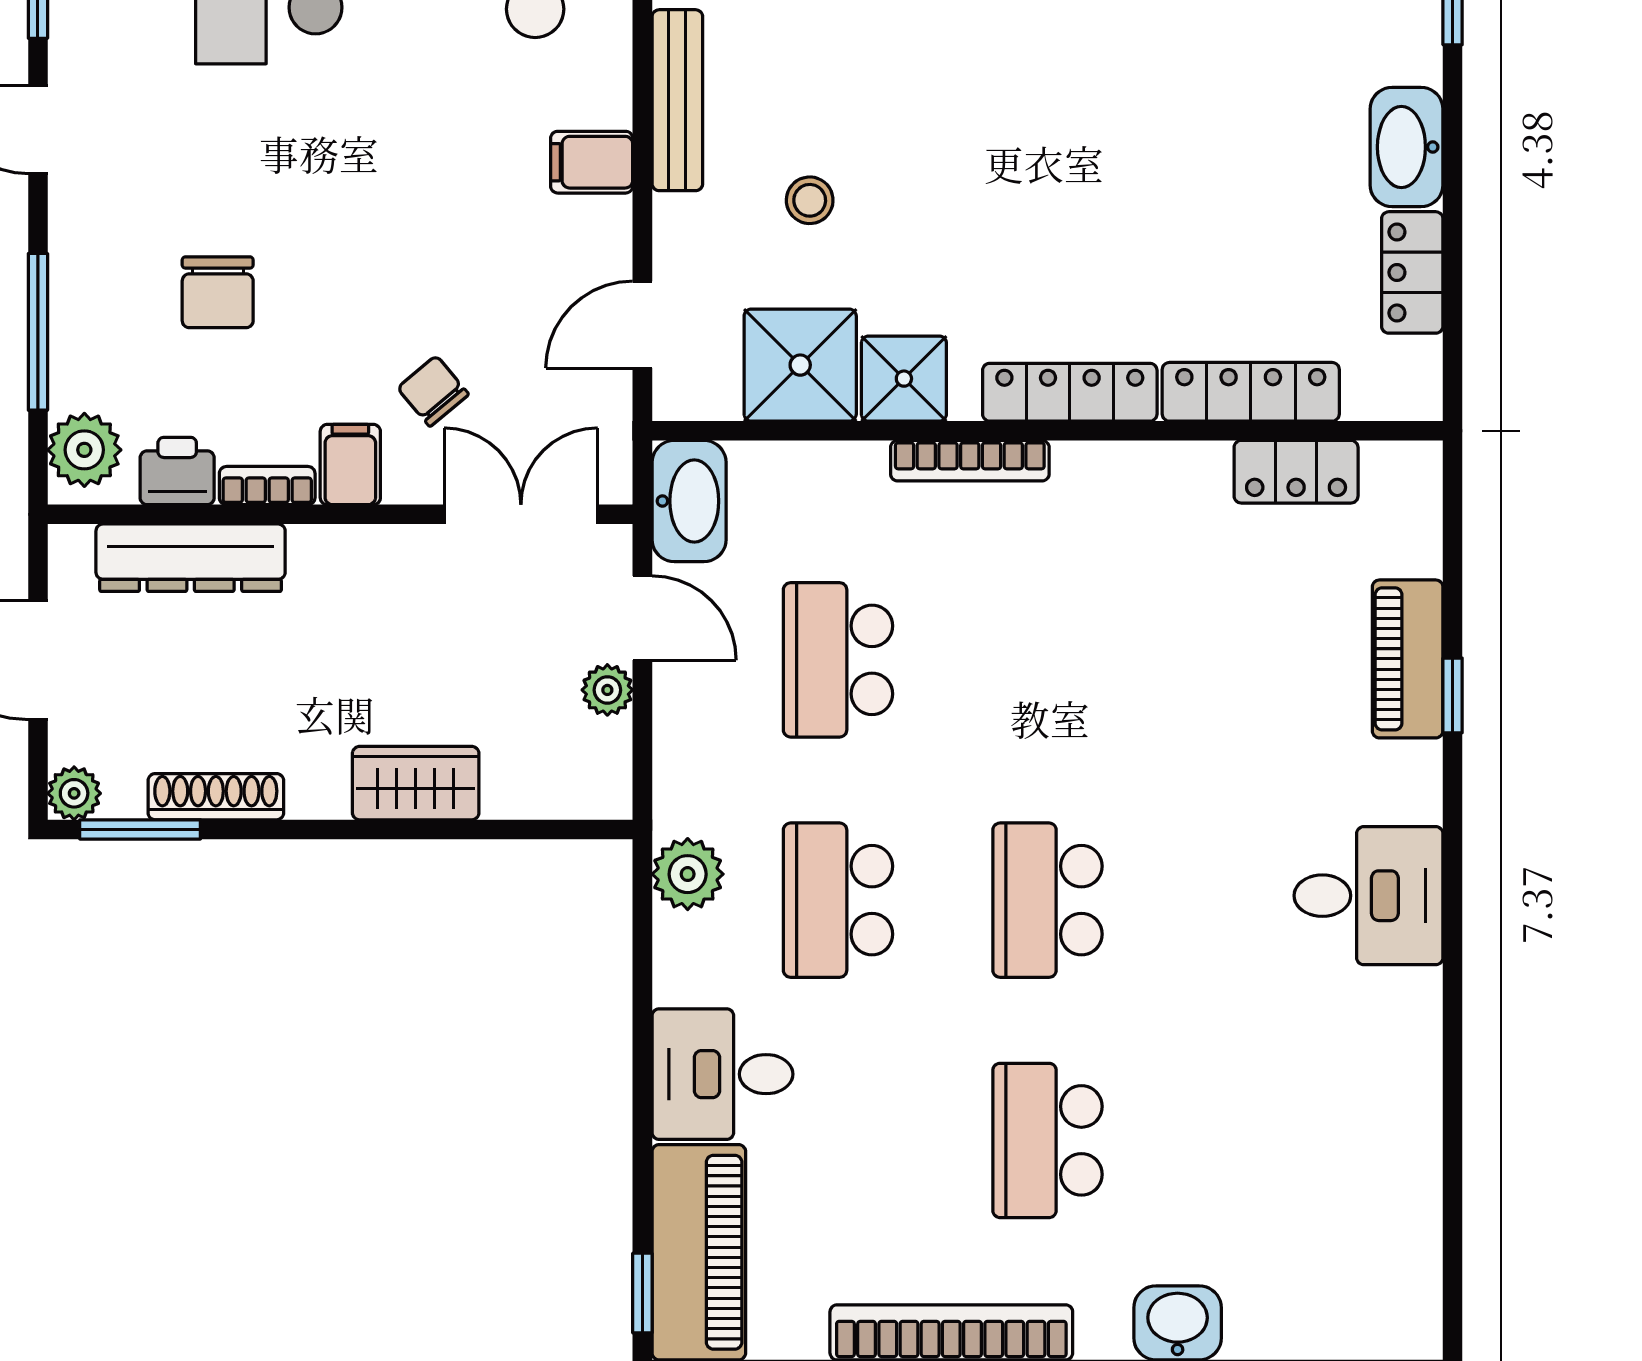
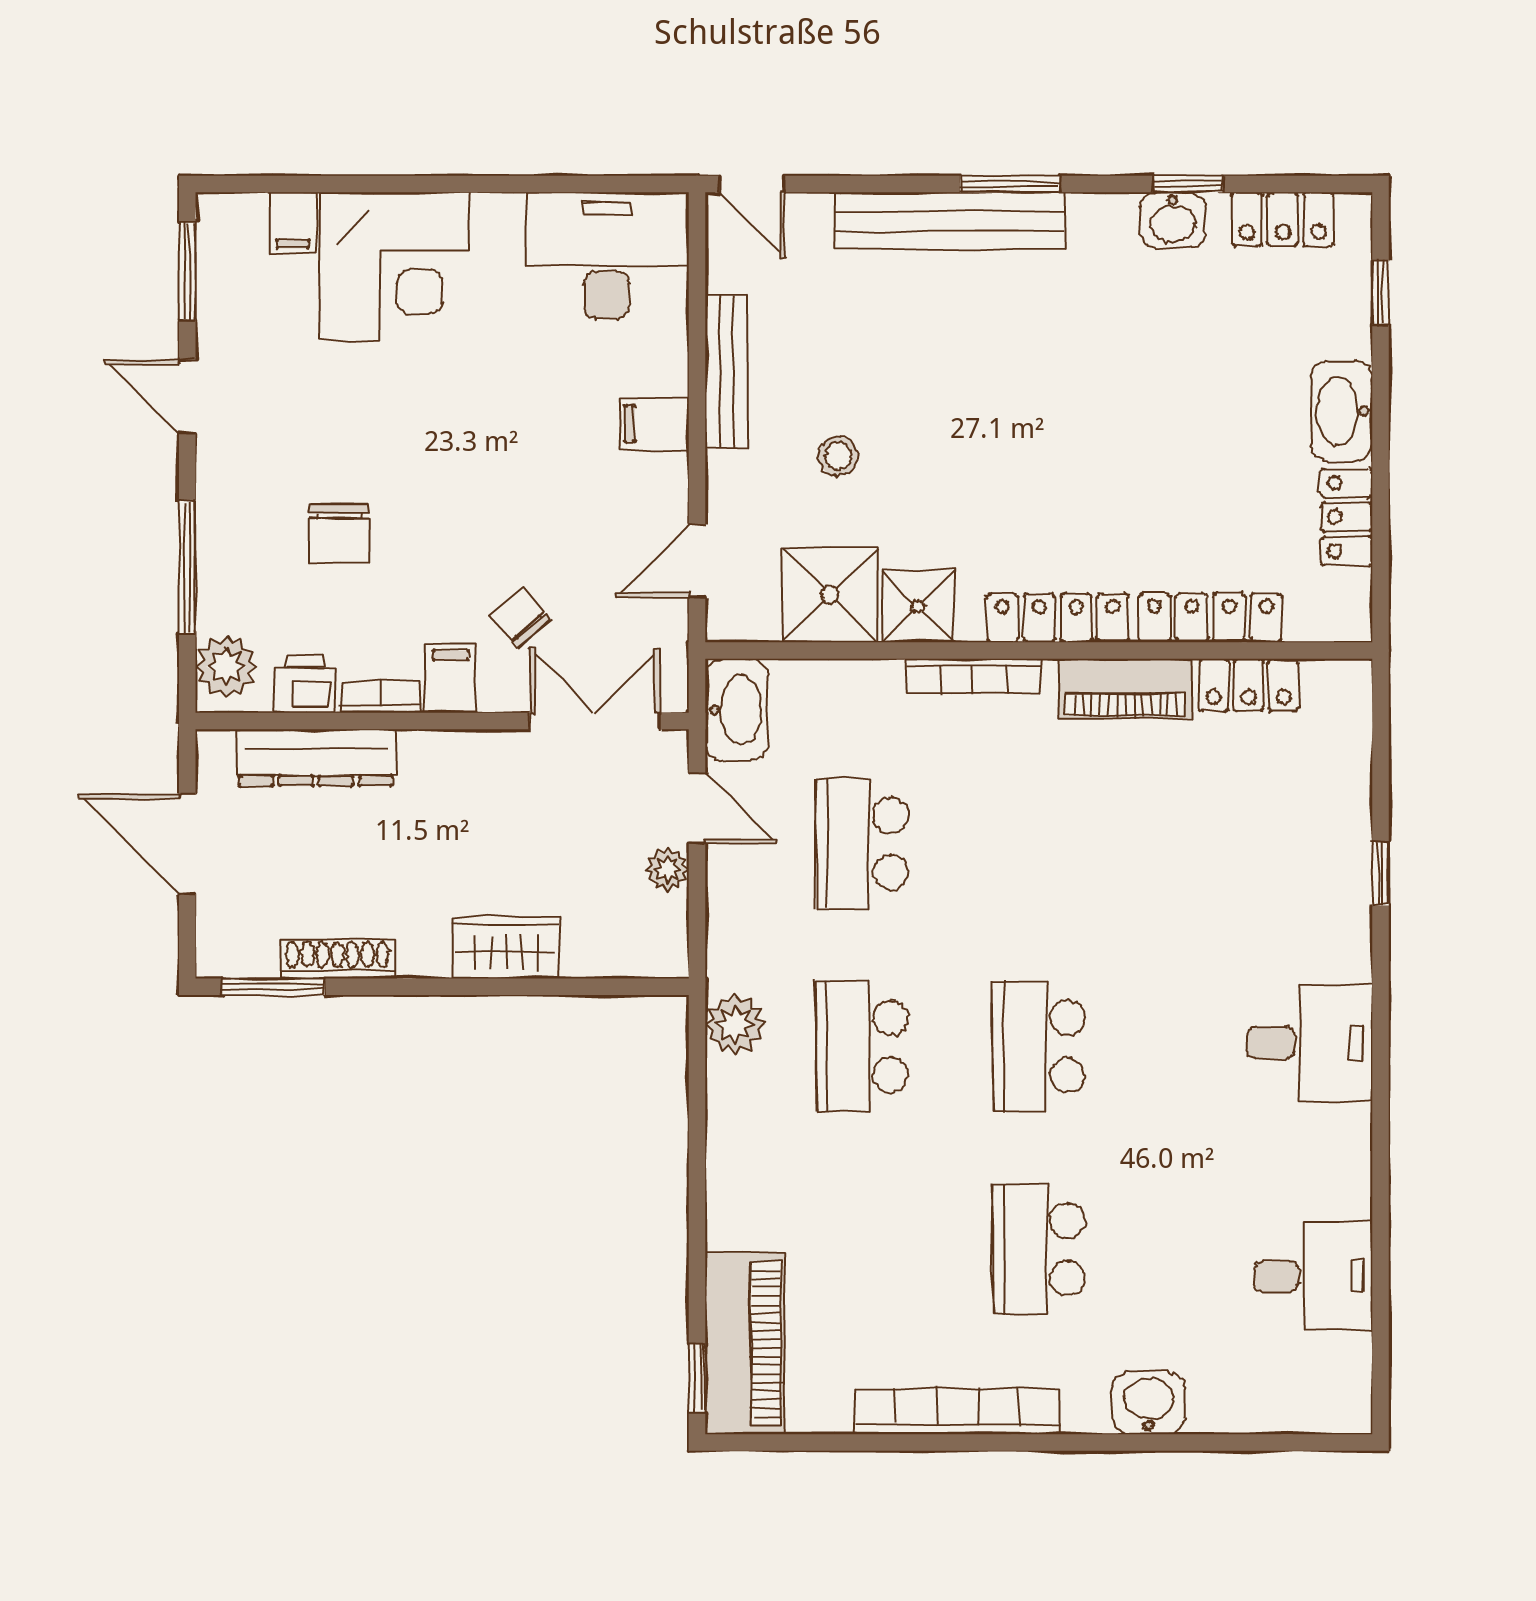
piano: (1408, 659) -> (1125, 688), moved, turned -90
plant: (74, 793) -> (218, 956), removed
desk: (722, 1074) -> (1313, 1276), moved, turned 180

